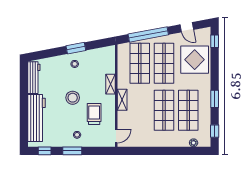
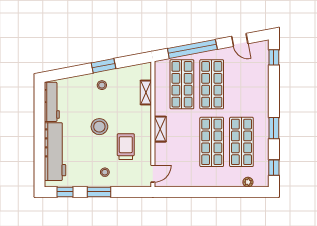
display table: (195, 60) -> (249, 80), removed
shelving: (110, 84) -> (146, 92), moved

